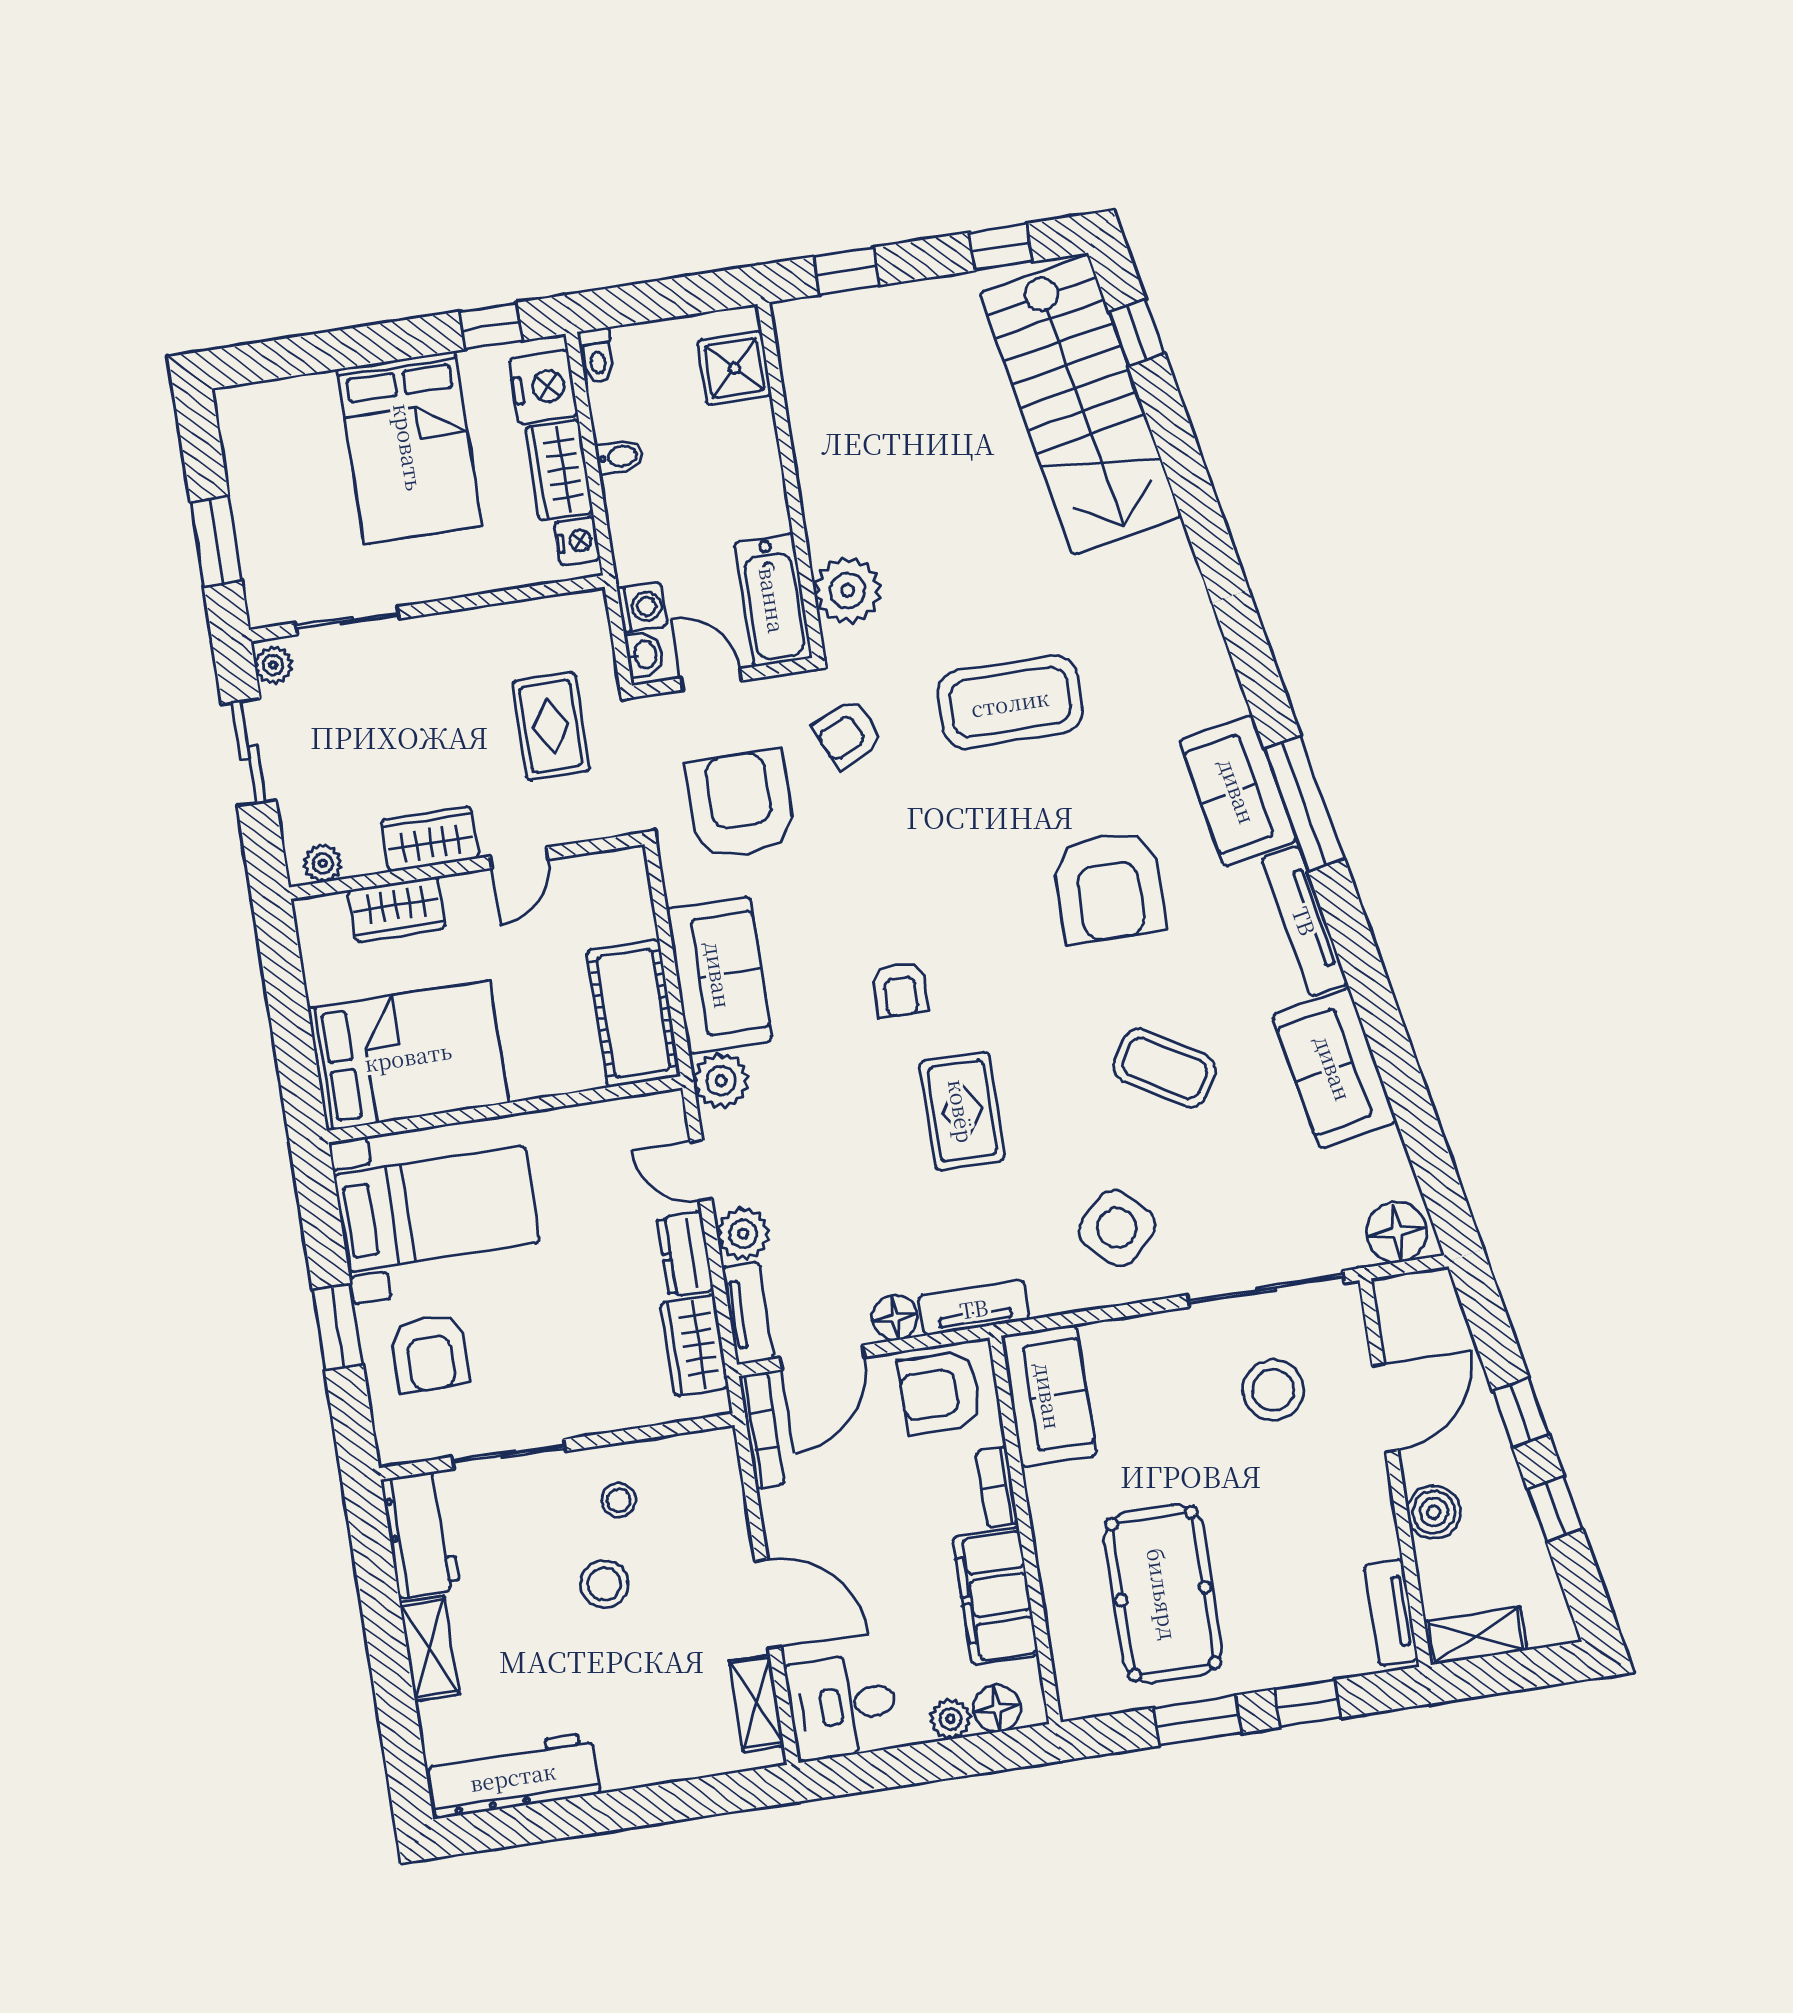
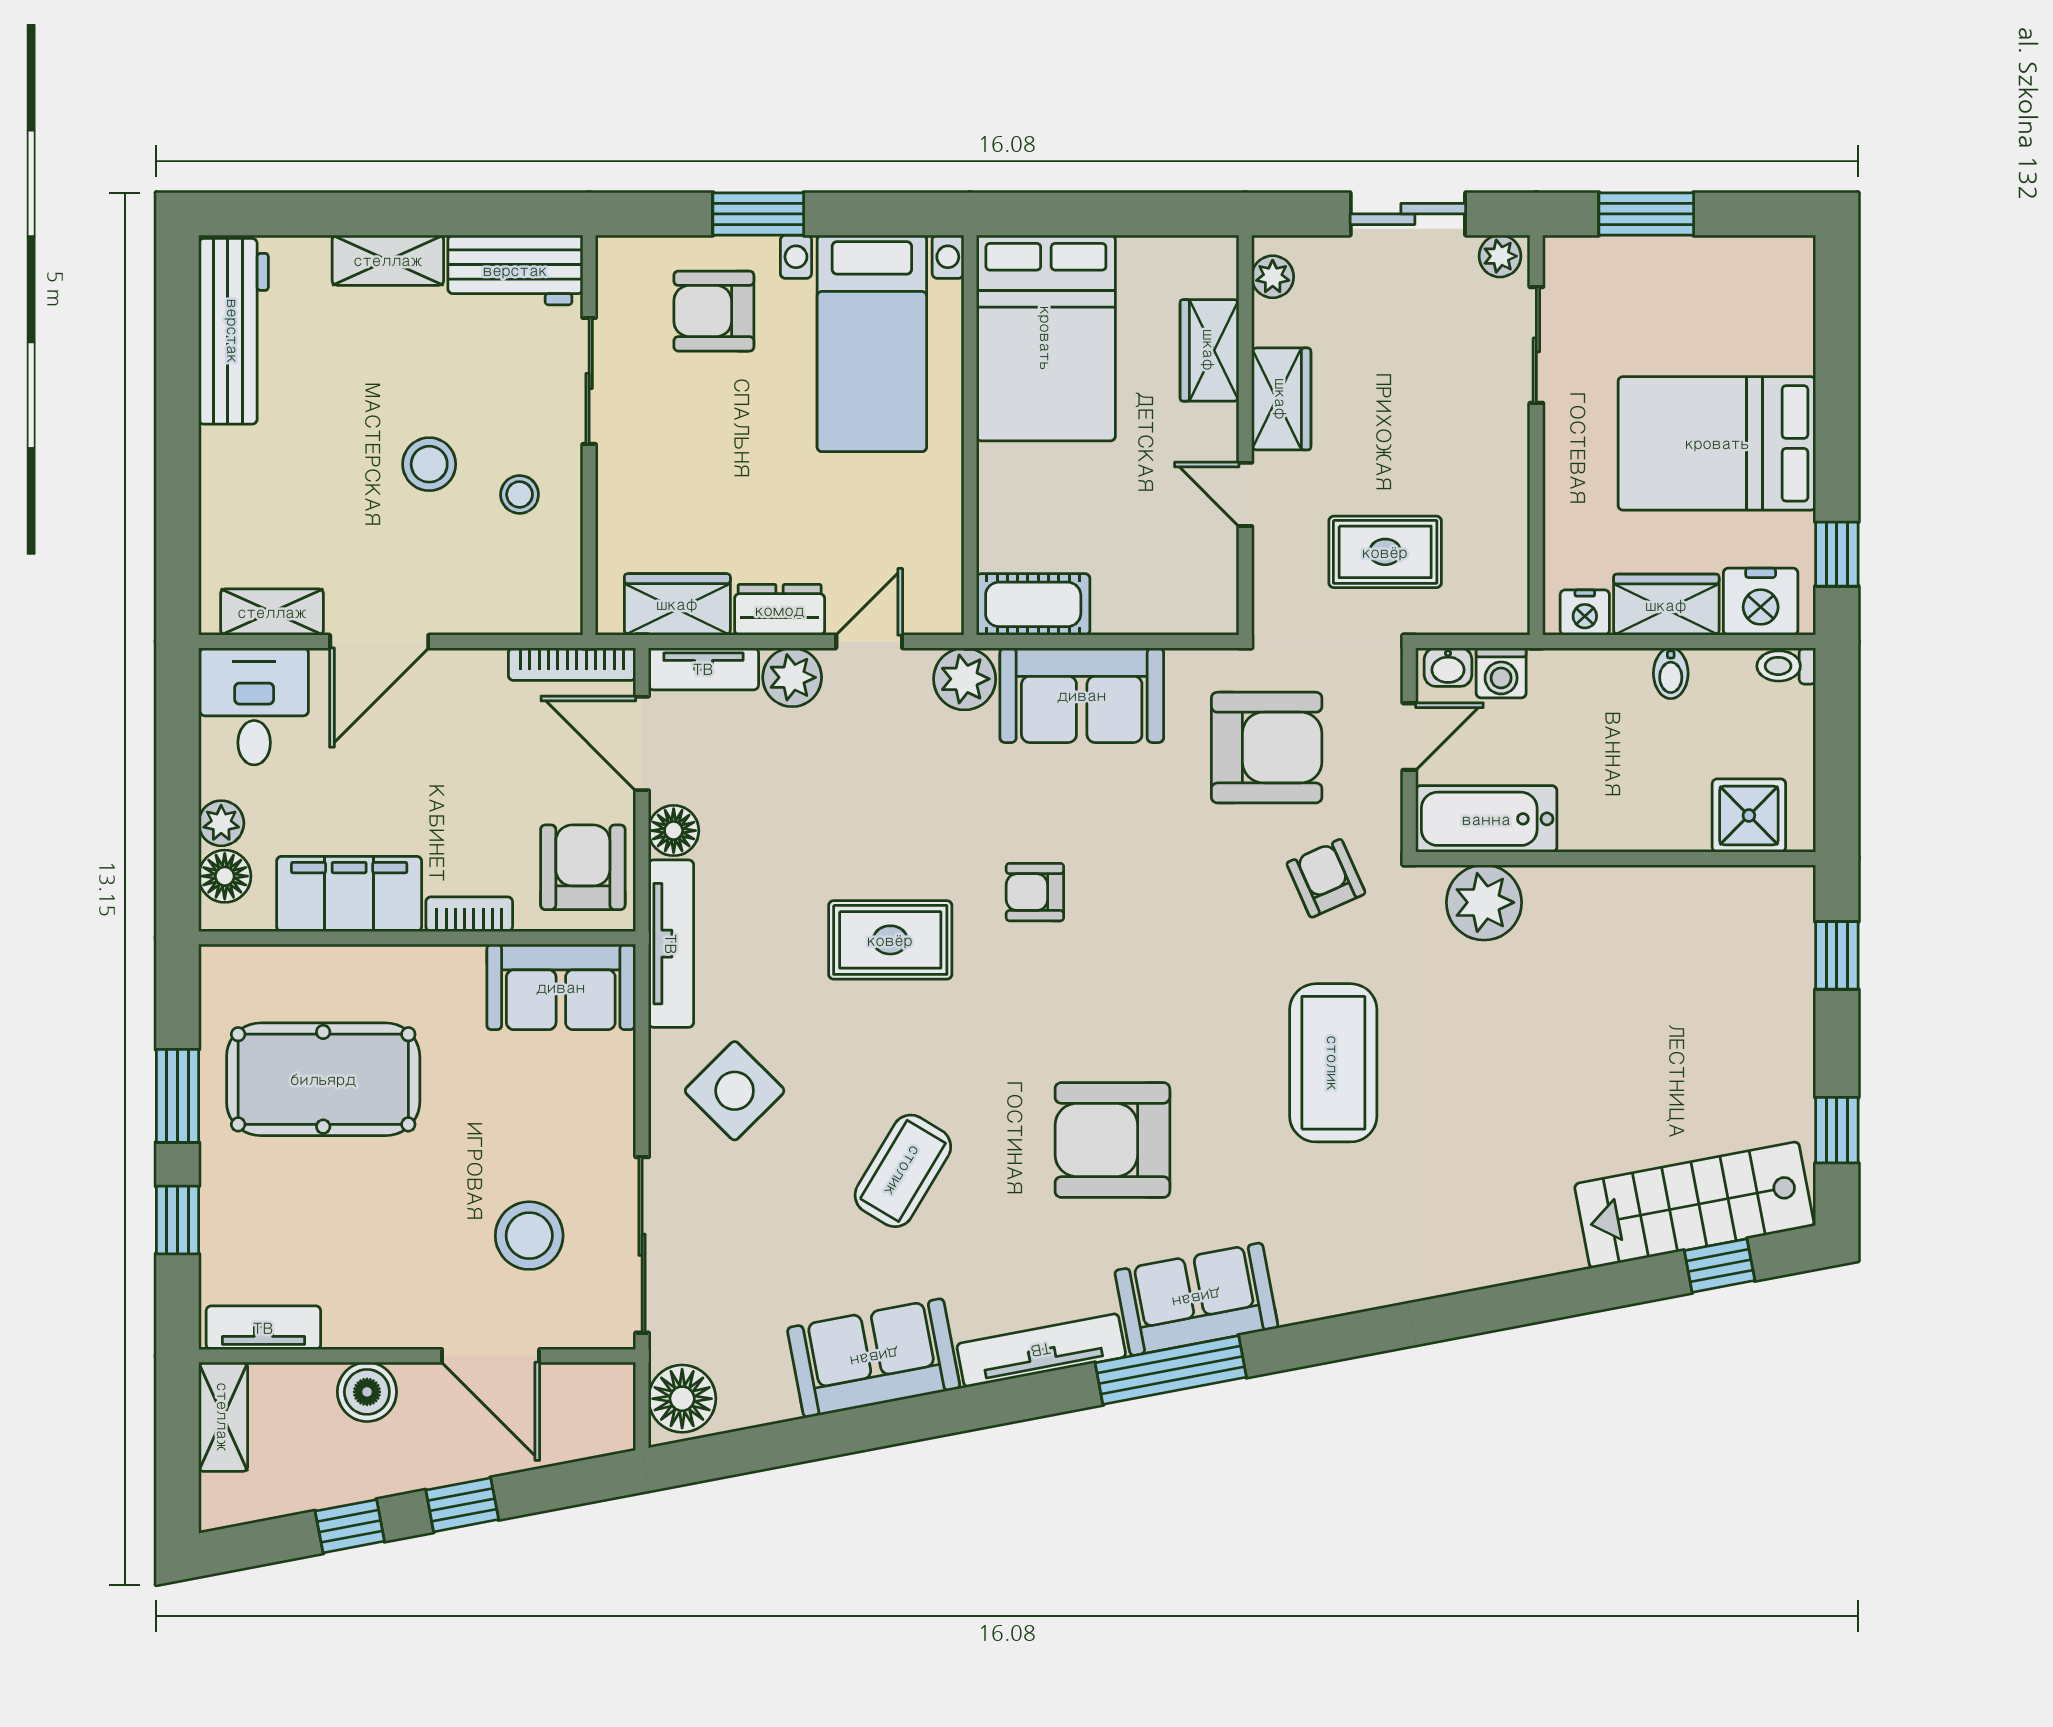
stairs: (1081, 405) -> (1694, 1205), width x0.73, depth x0.66
cot: (633, 1013) -> (1033, 604), width x0.73, depth x0.75
tv unit: (974, 1308) -> (671, 944), width x1.41

